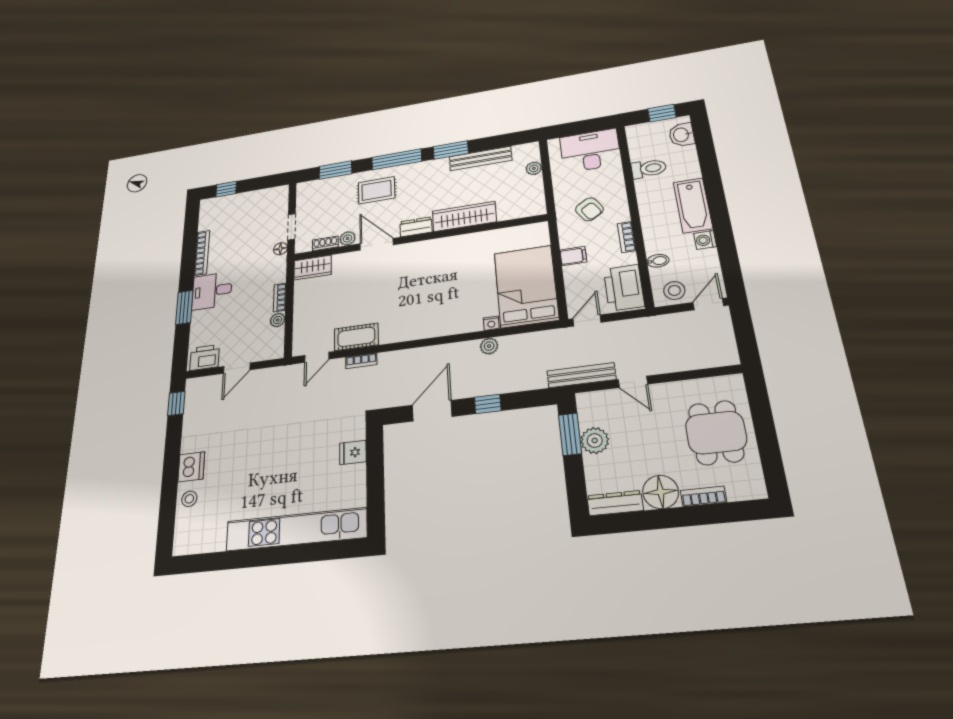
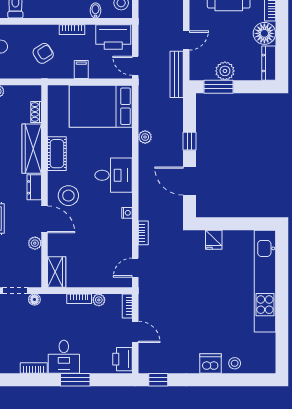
shoe rack: (325, 243) -> (36, 112), moved
door: (377, 244) -> (44, 219), swing flipped
bookcase: (202, 253) -> (34, 368), width x0.64
stool: (407, 266) -> (68, 196), added
desk: (435, 315) -> (114, 175), added
nightstand: (491, 323) -> (127, 213), moved
cot: (356, 337) -> (57, 154), moved
bookcase: (269, 354) -> (127, 306), added
door: (317, 357) -> (135, 268), swing flipped

